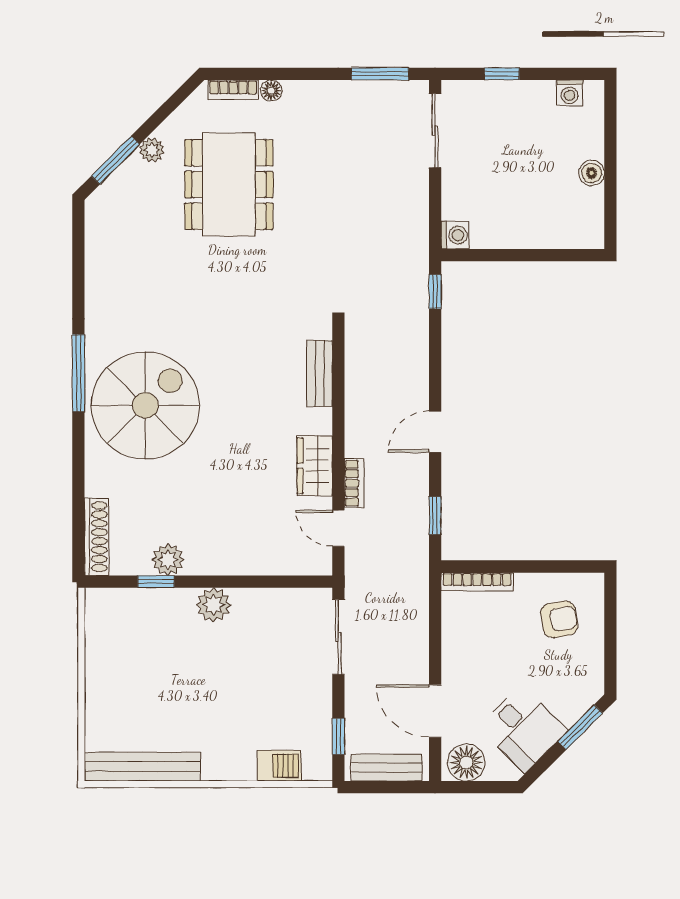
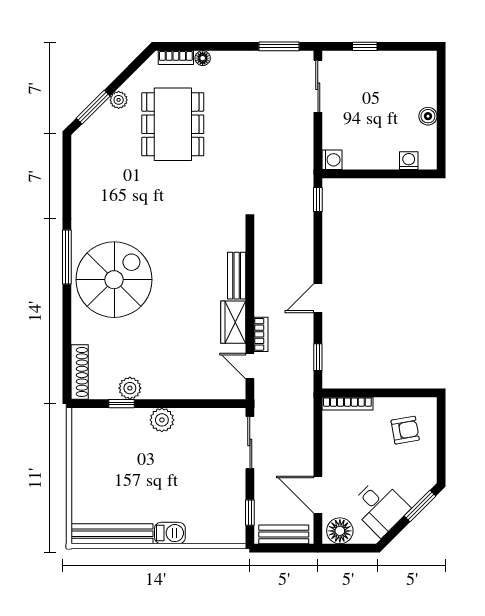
washing machine: (570, 93) -> (409, 161), moved, turned 180
bench: (320, 373) -> (237, 276), moved
barbecue: (279, 766) -> (170, 533), moved

